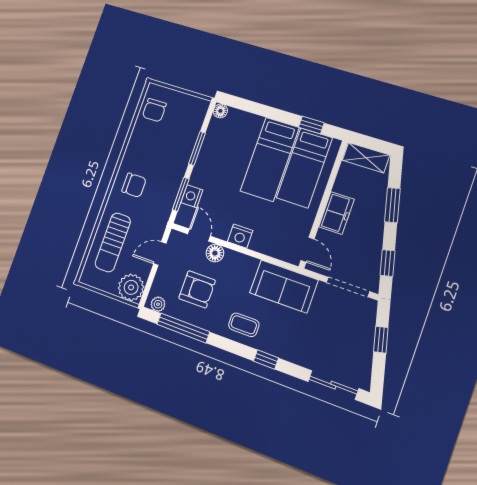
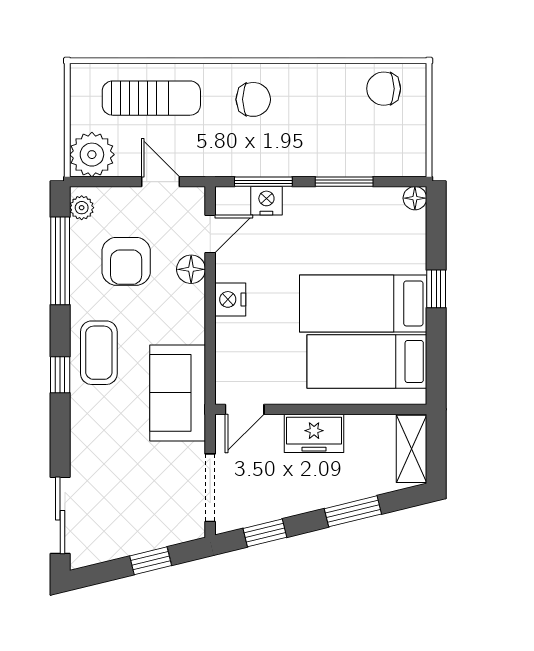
window: (311, 125) -> (436, 289), moved
chair: (134, 185) -> (253, 99), turned -90
sun lounger: (113, 242) -> (151, 98), turned 180
coffee table: (244, 325) -> (99, 353), width x1.36, depth x1.30
window: (266, 359) -> (60, 375), moved

